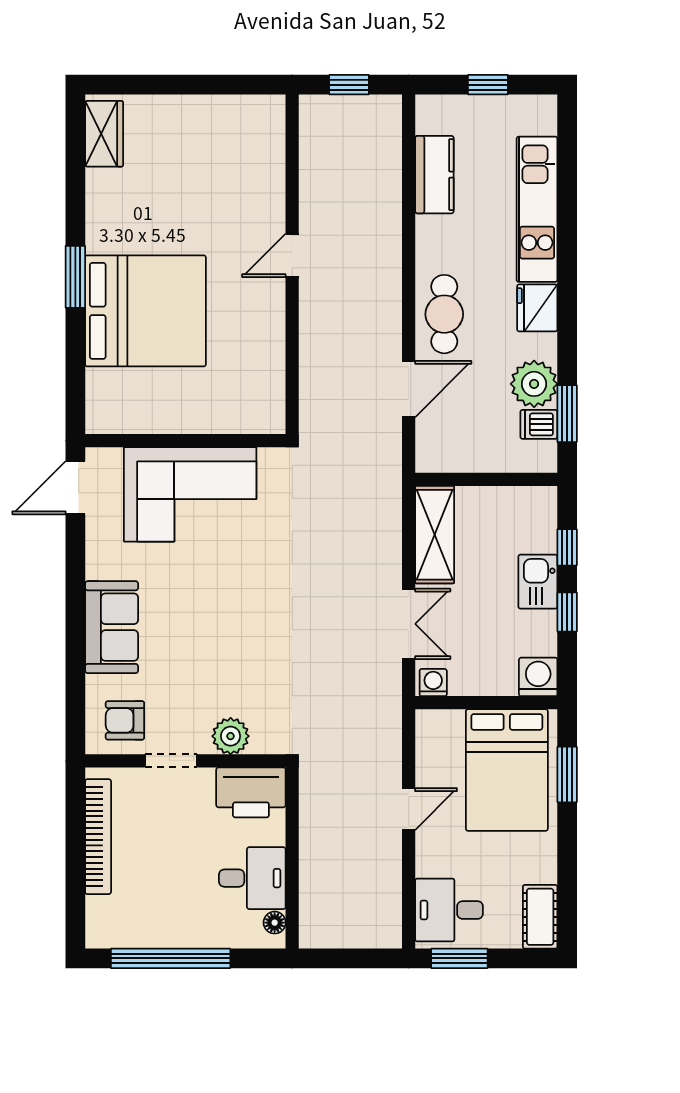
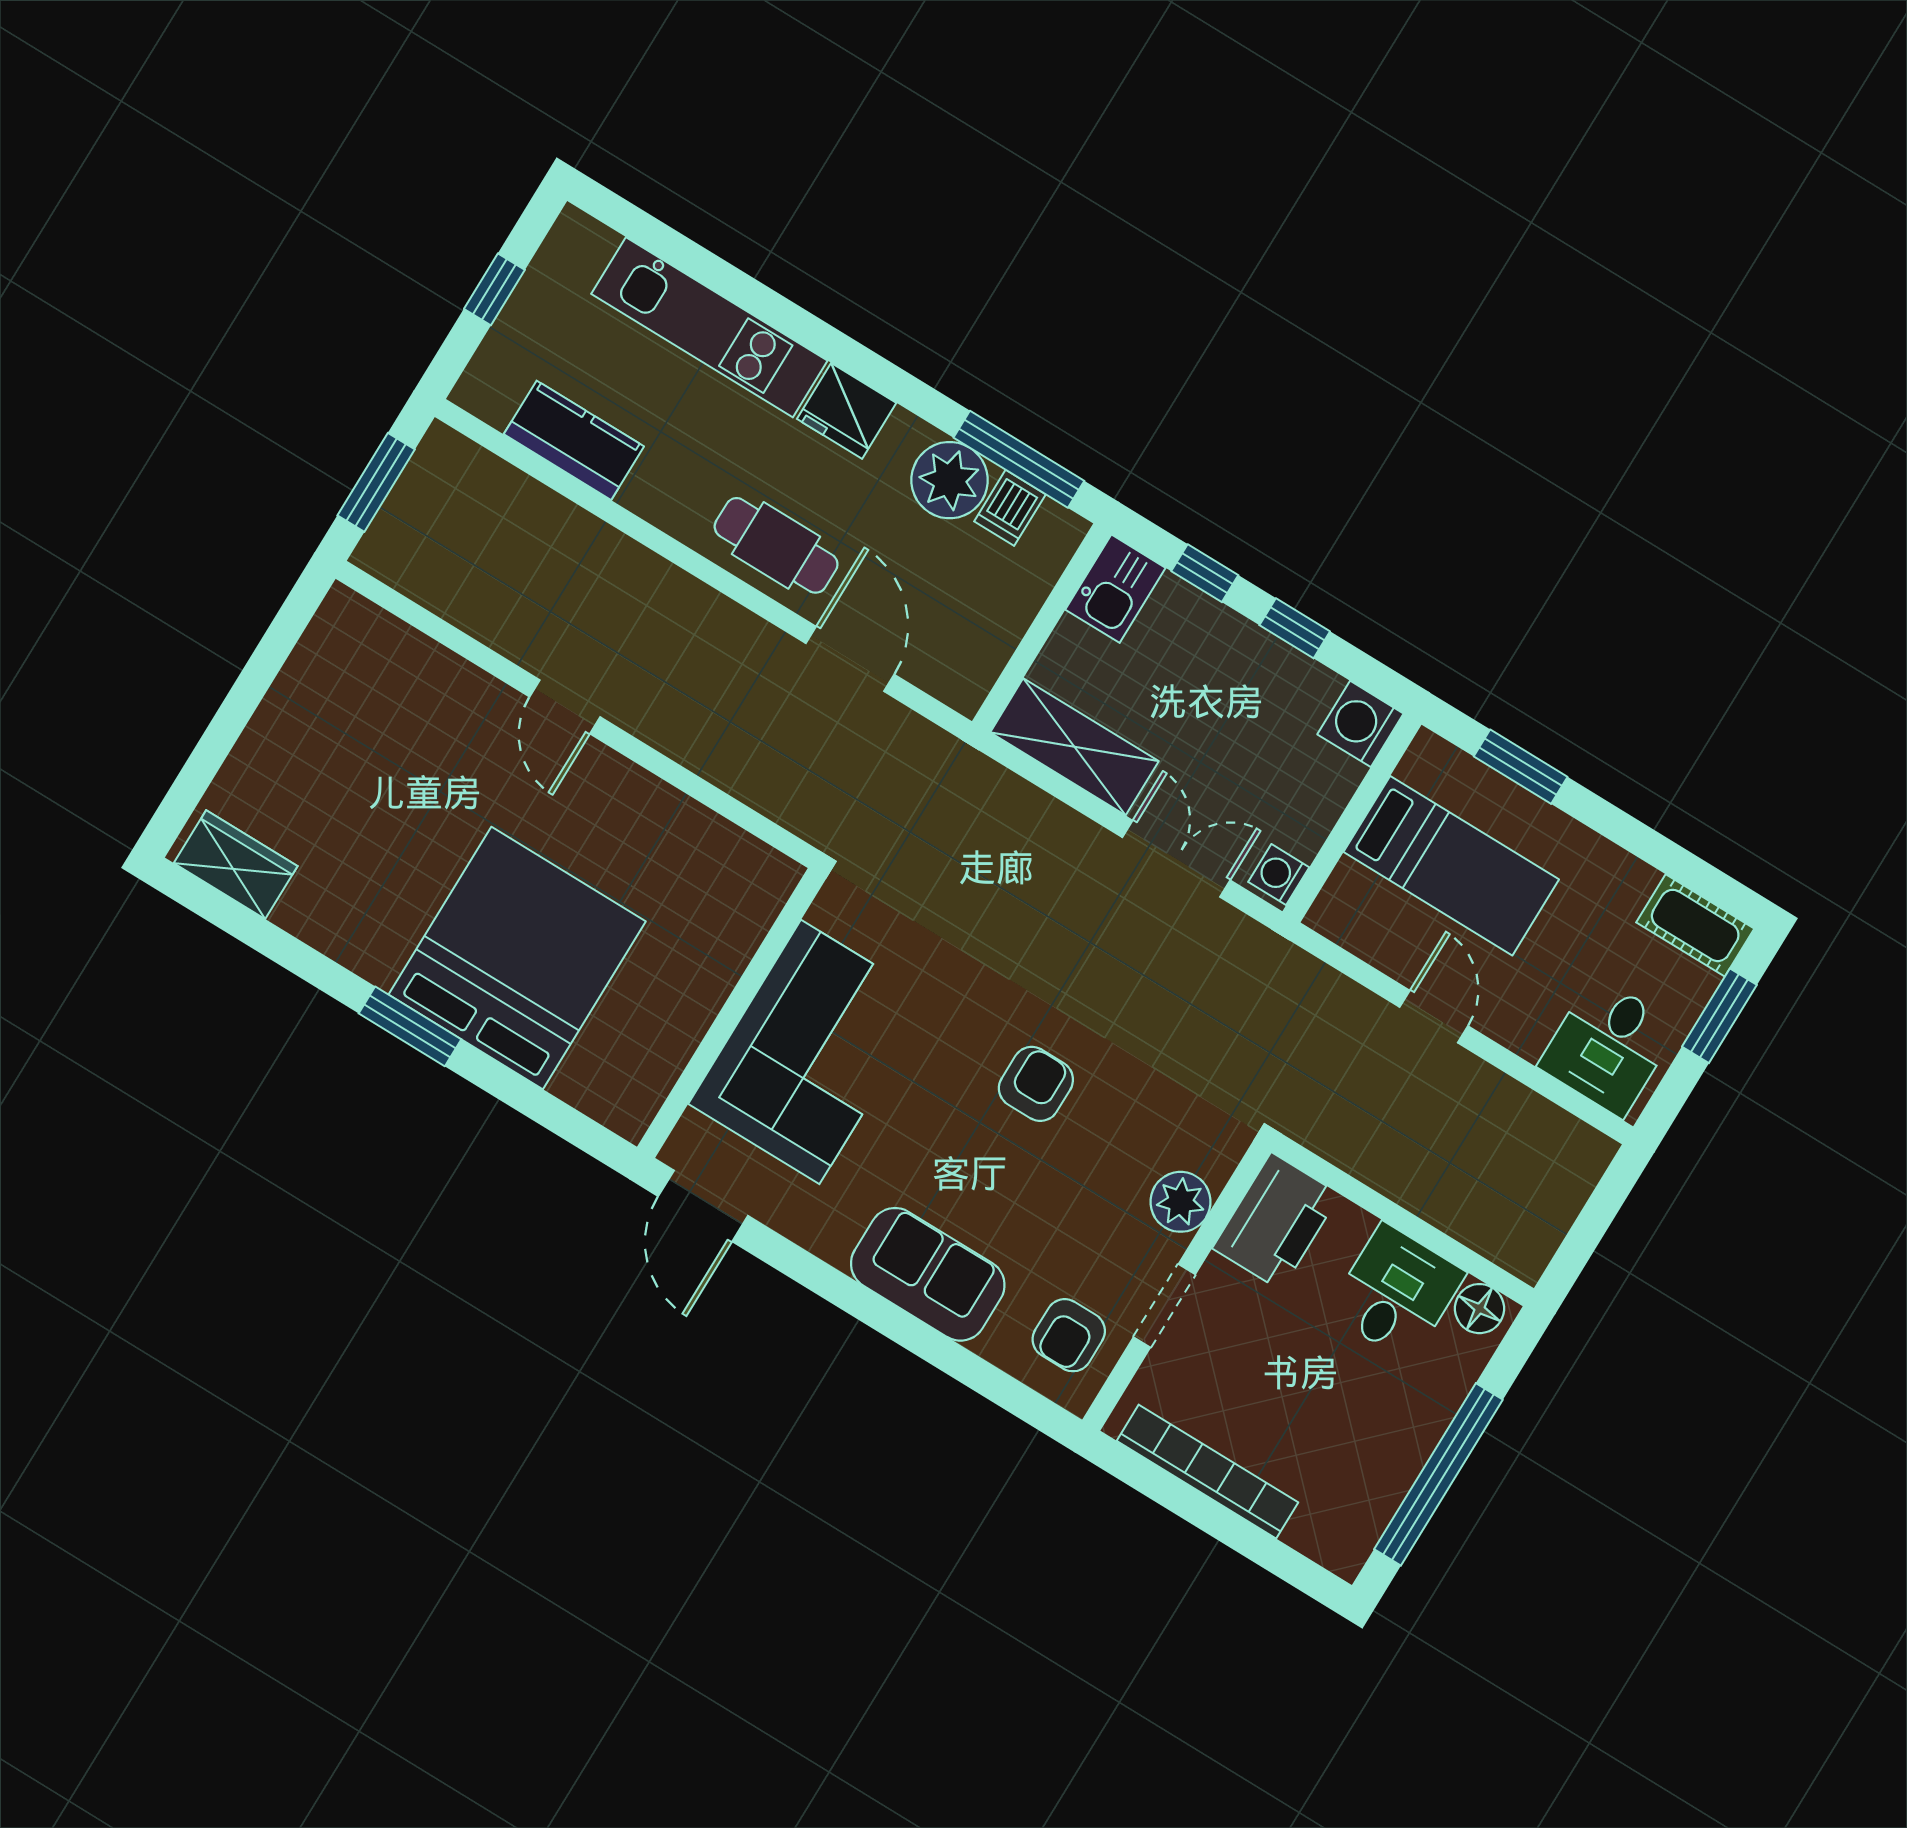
window: (349, 85) -> (376, 482), width x1.50
window: (567, 414) -> (1019, 459), width x1.44
kitchen sink: (538, 582) -> (1115, 589), moved, turned -90
armchair: (246, 623) -> (1036, 1084), added
bed: (507, 770) -> (1451, 866), width x0.67
floor lamp: (275, 923) -> (1479, 1309), width x1.37, depth x1.37
window: (459, 958) -> (1719, 1016), moved

